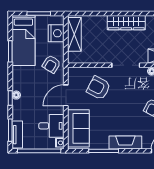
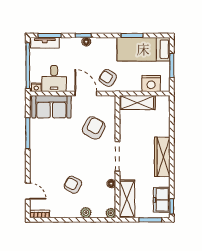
shelving: (74, 34) -> (137, 103), moved
armchair: (51, 64) -> (108, 78), moved
fireplace: (125, 142) -> (37, 156), removed

